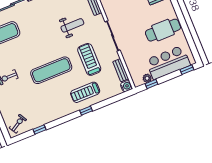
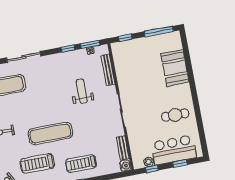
weight bench: (72, 25) -> (82, 91), turned -90
cafe table: (163, 30) -> (175, 115), width x0.73, depth x0.74
treadmill: (89, 59) -> (37, 163), moved, turned -90
window: (187, 70) -> (180, 164), moved

